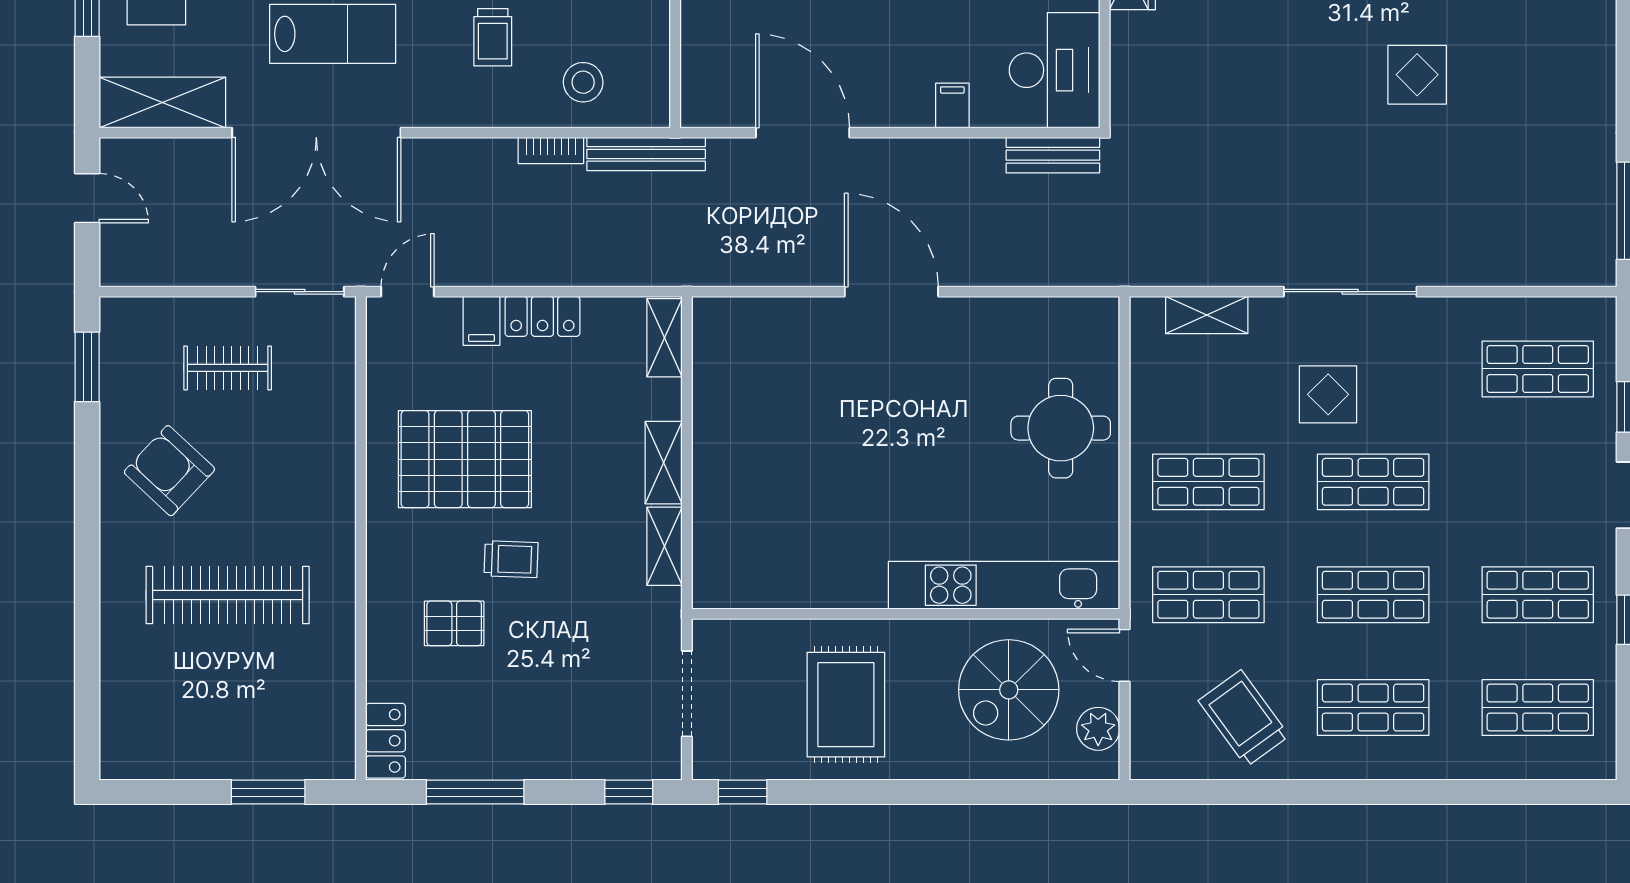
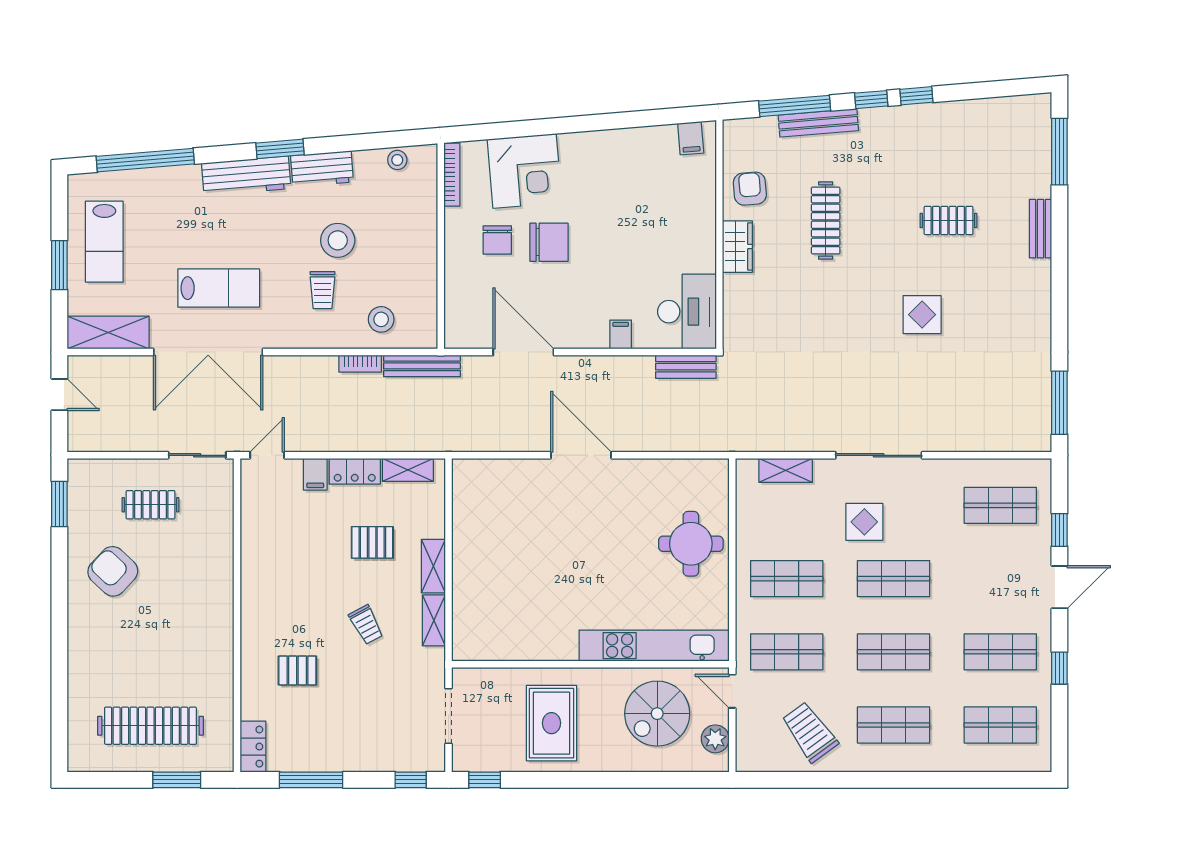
shelving: (665, 338) -> (408, 470), moved, turned 90
pallet: (465, 459) -> (372, 542), moved, width x0.49, depth x0.50
trolley: (511, 559) -> (366, 625), moved, turned 60
clothes rail: (228, 595) -> (150, 726), moved

